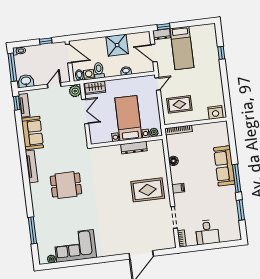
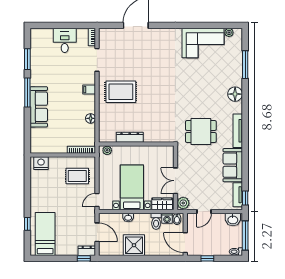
bed: (182, 48) -> (45, 234), moved
bed with nightstands: (128, 118) -> (132, 187), moved, turned 180
dining table: (66, 185) -> (201, 131), moved
floor lamp: (38, 201) -> (235, 94), added

